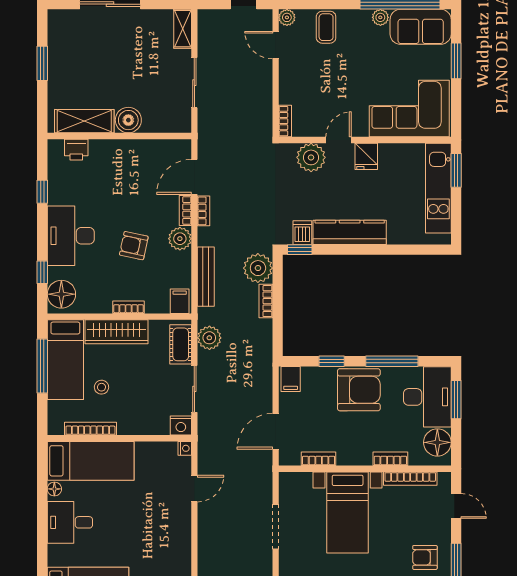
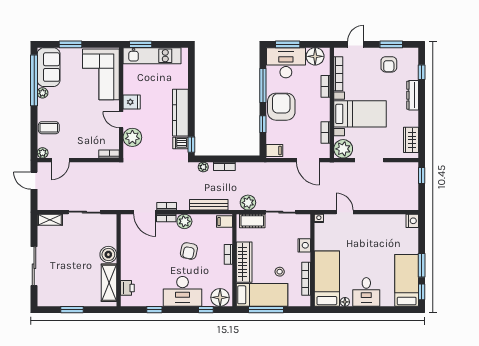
plant: (258, 268) -> (203, 167), width x0.53, depth x0.53
nightstand: (181, 426) -> (304, 245), moved
plant: (293, 486) -> (343, 149), added

